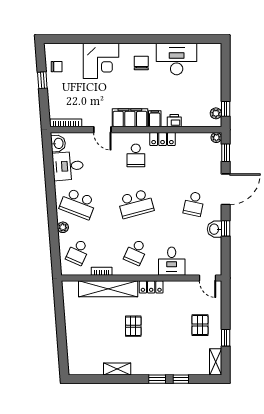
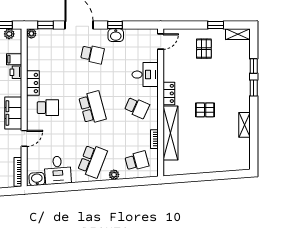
filing cabinet: (155, 119) -> (14, 59), moved
school desk: (78, 252) -> (137, 161), turned -39
pallet: (200, 325) -> (204, 49), turned 90

